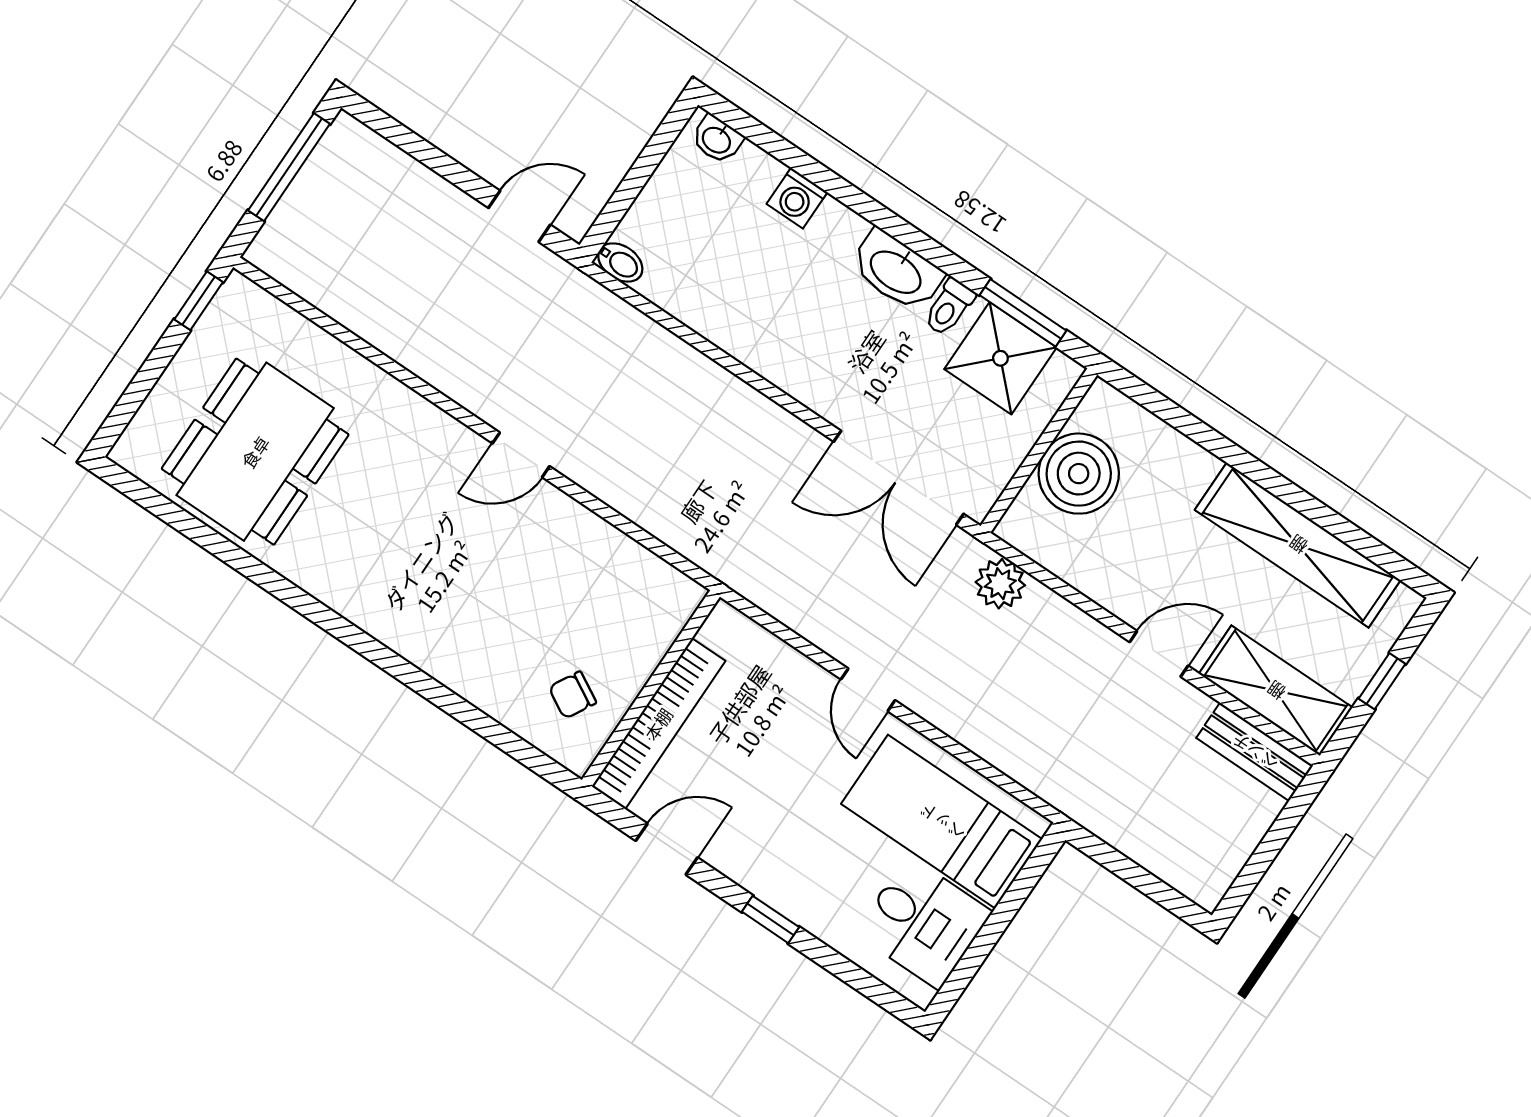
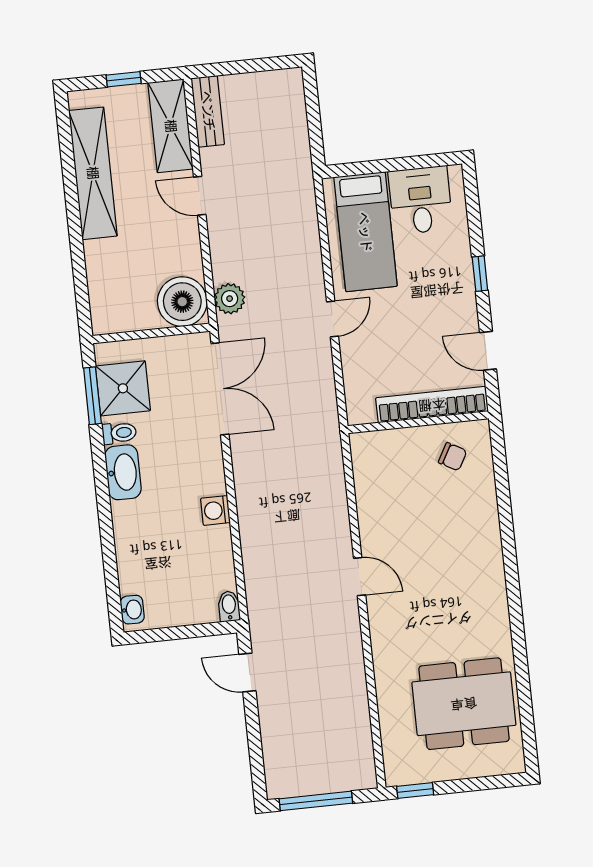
washing machine: (797, 198) -> (215, 510), moved, turned 180
boiler: (1079, 474) -> (182, 302), moved

